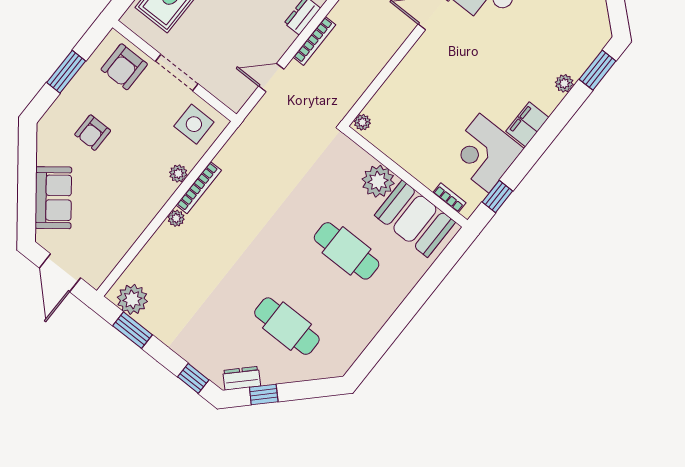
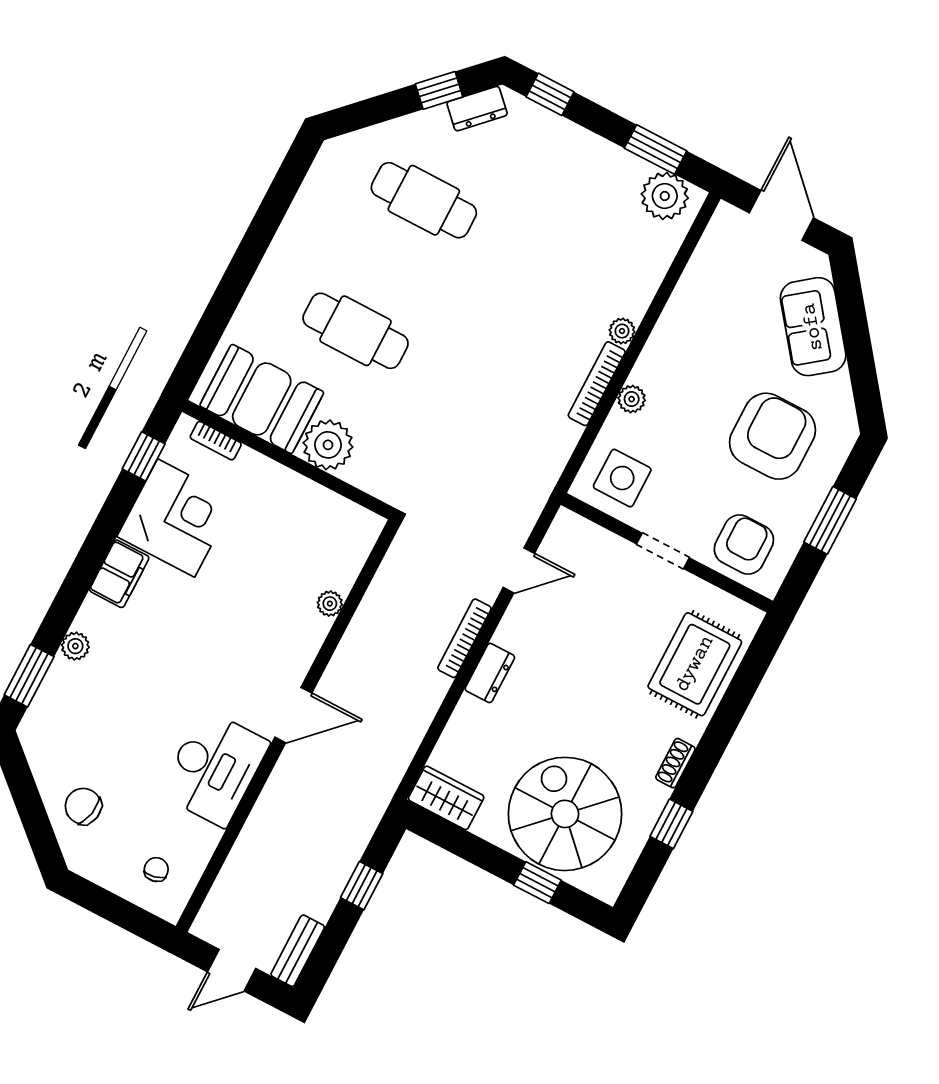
doorway: (177, 73) -> (663, 551), width x0.73
plant: (362, 122) -> (330, 604), moved
armchair: (93, 133) -> (773, 436), width x1.88, depth x1.88

